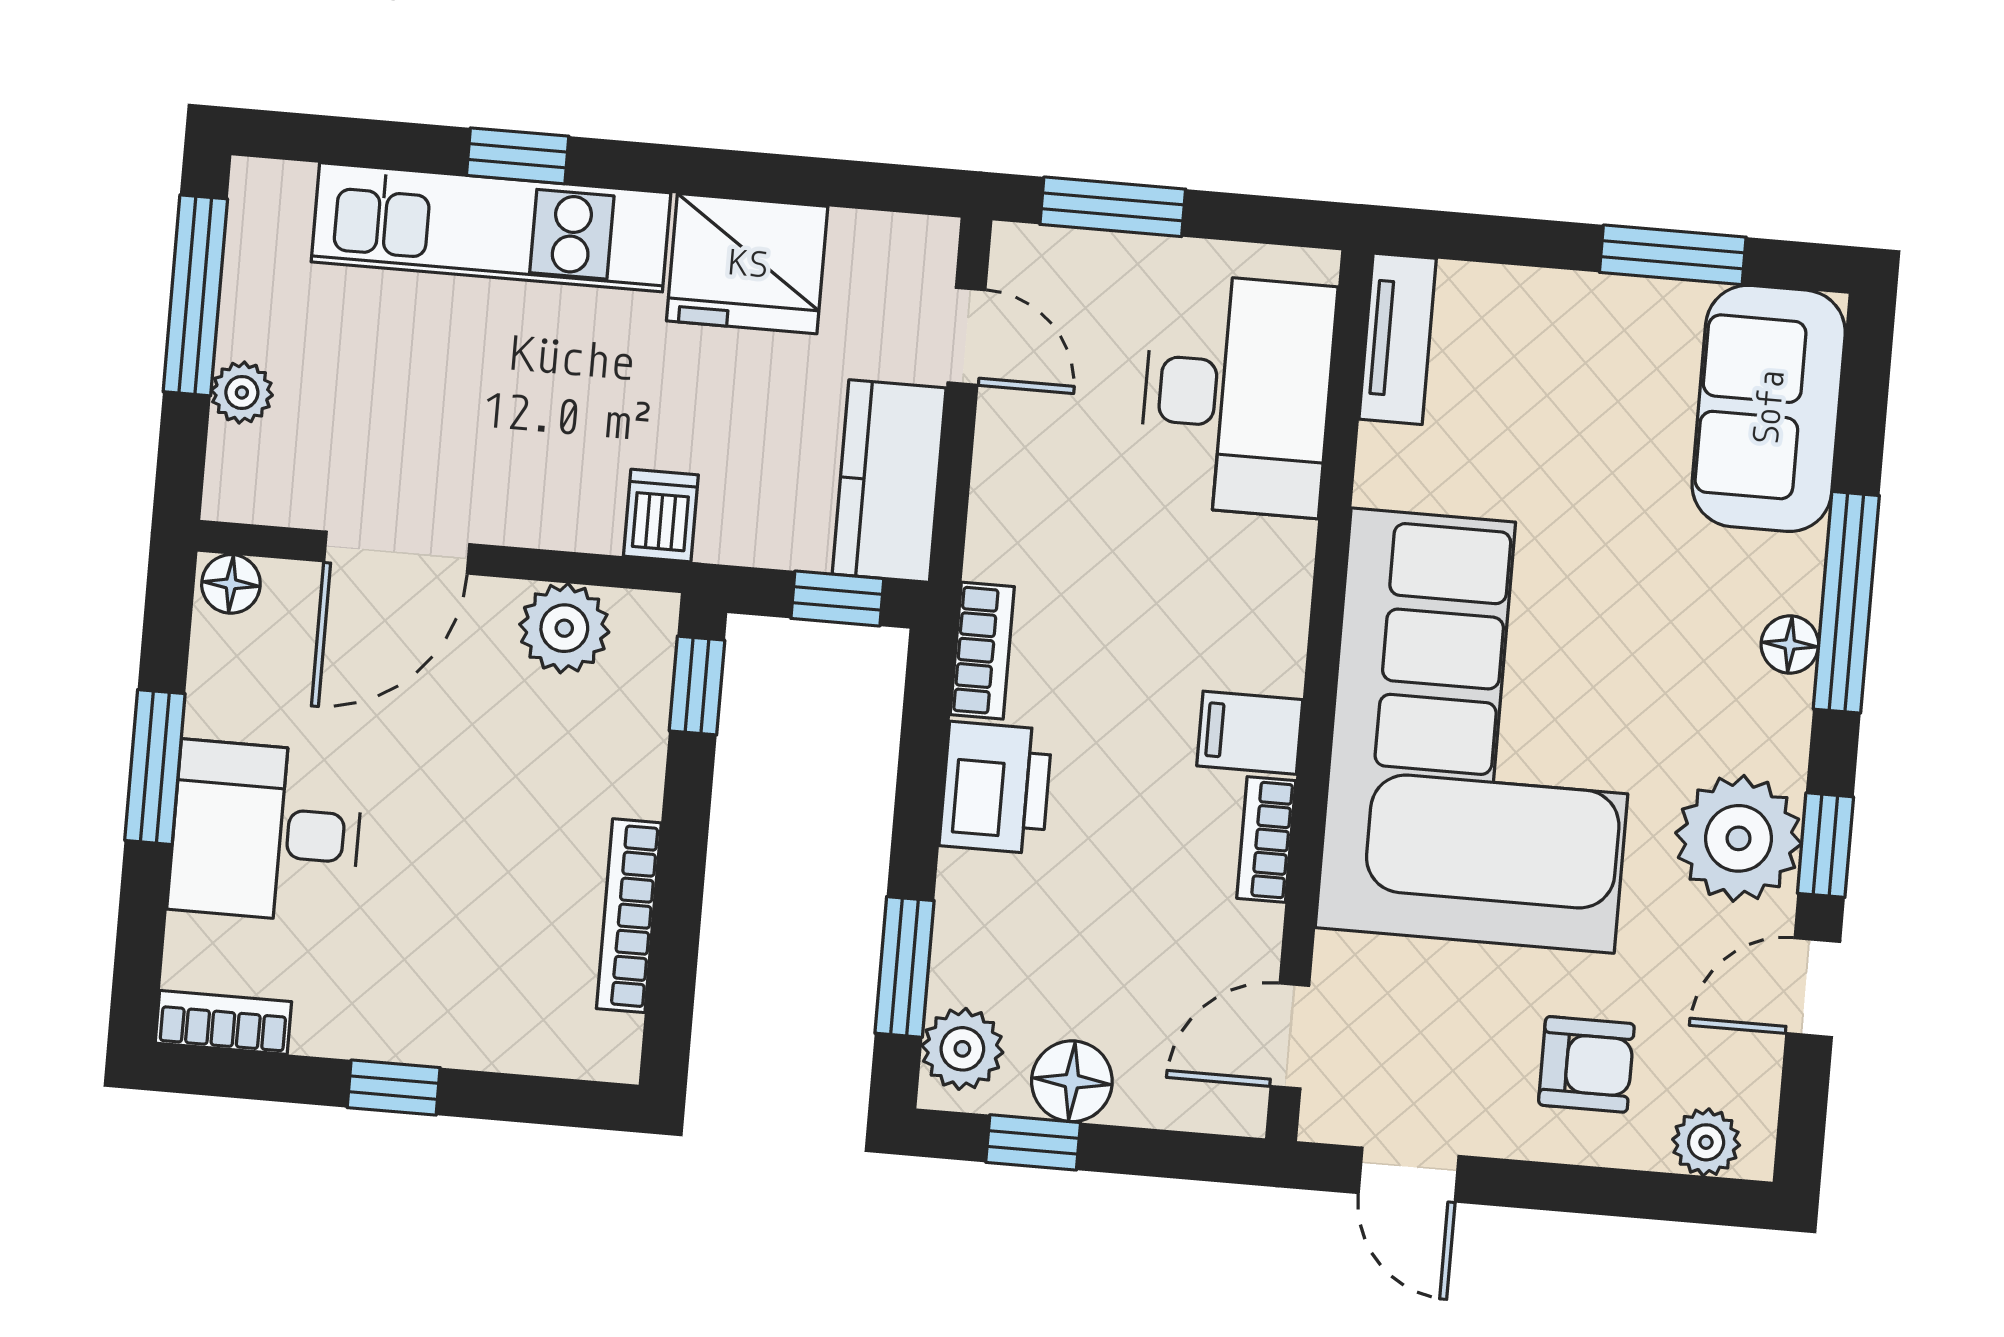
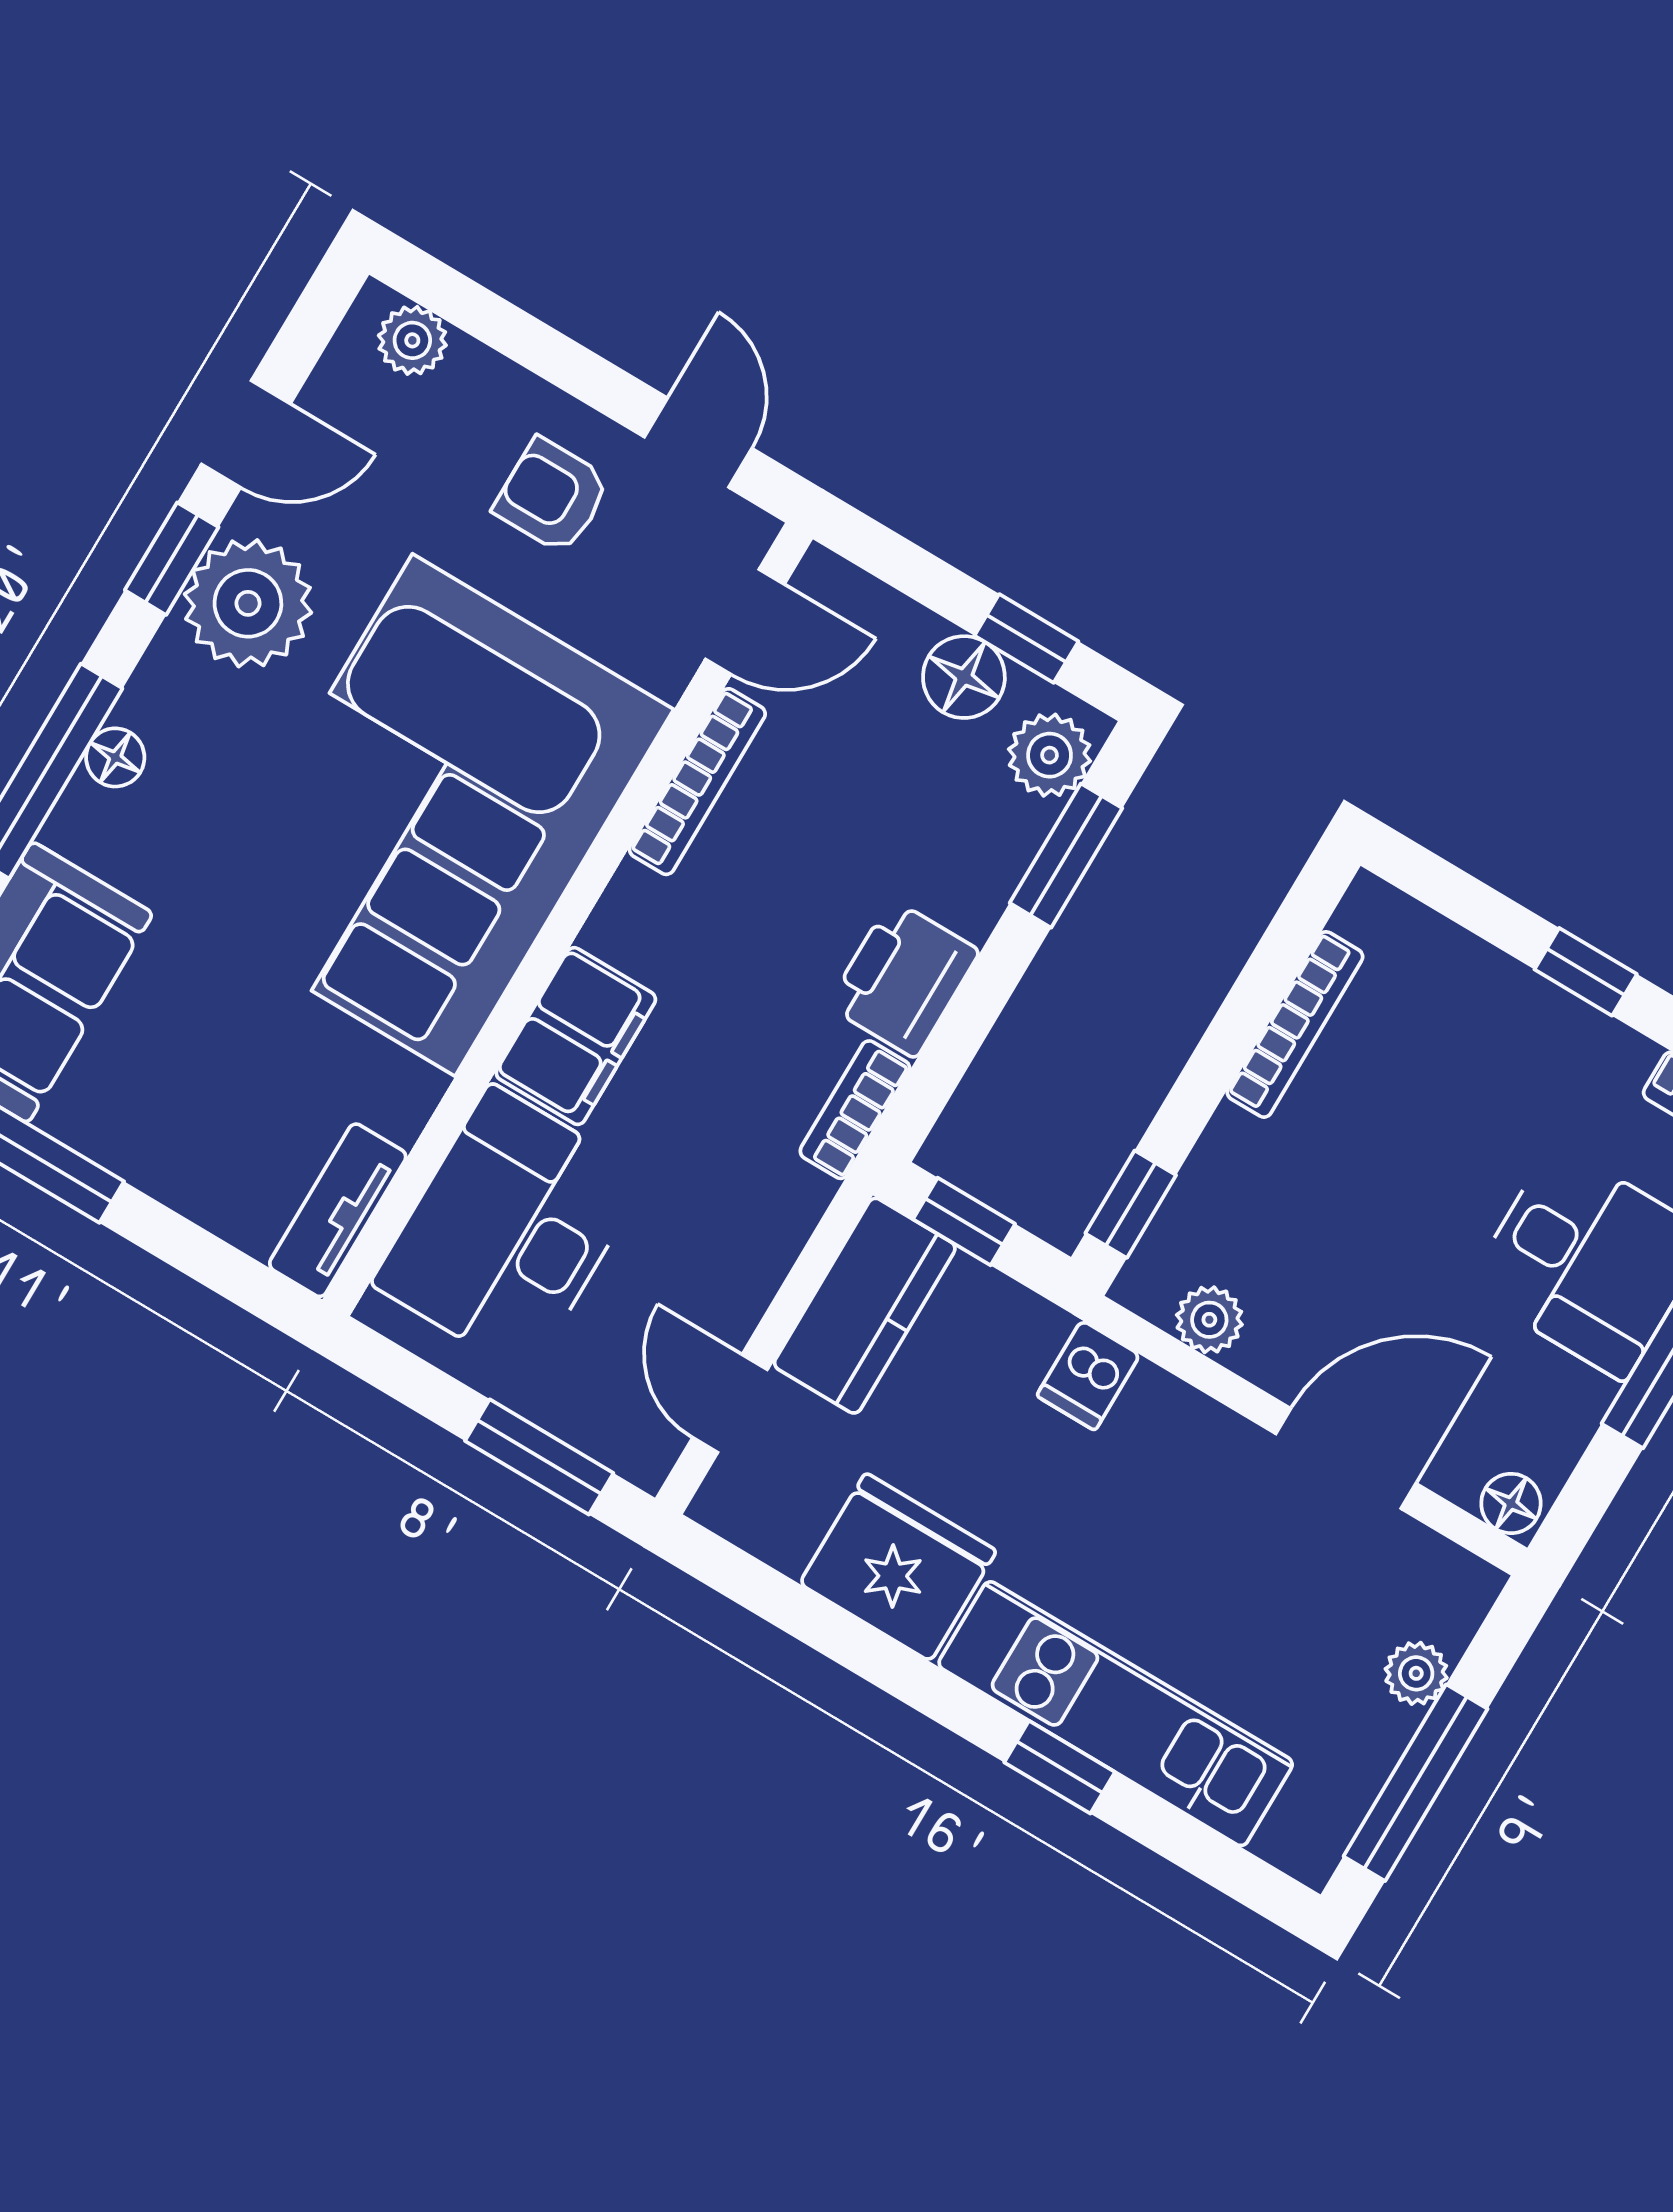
plant: (564, 628) -> (1209, 1320), width x0.73, depth x0.73
filing cabinet: (1250, 733) -> (576, 1036), moved, width x2.00
bookcase: (1266, 840) -> (697, 782), width x1.56
armchair: (1586, 1064) -> (552, 496), moved

